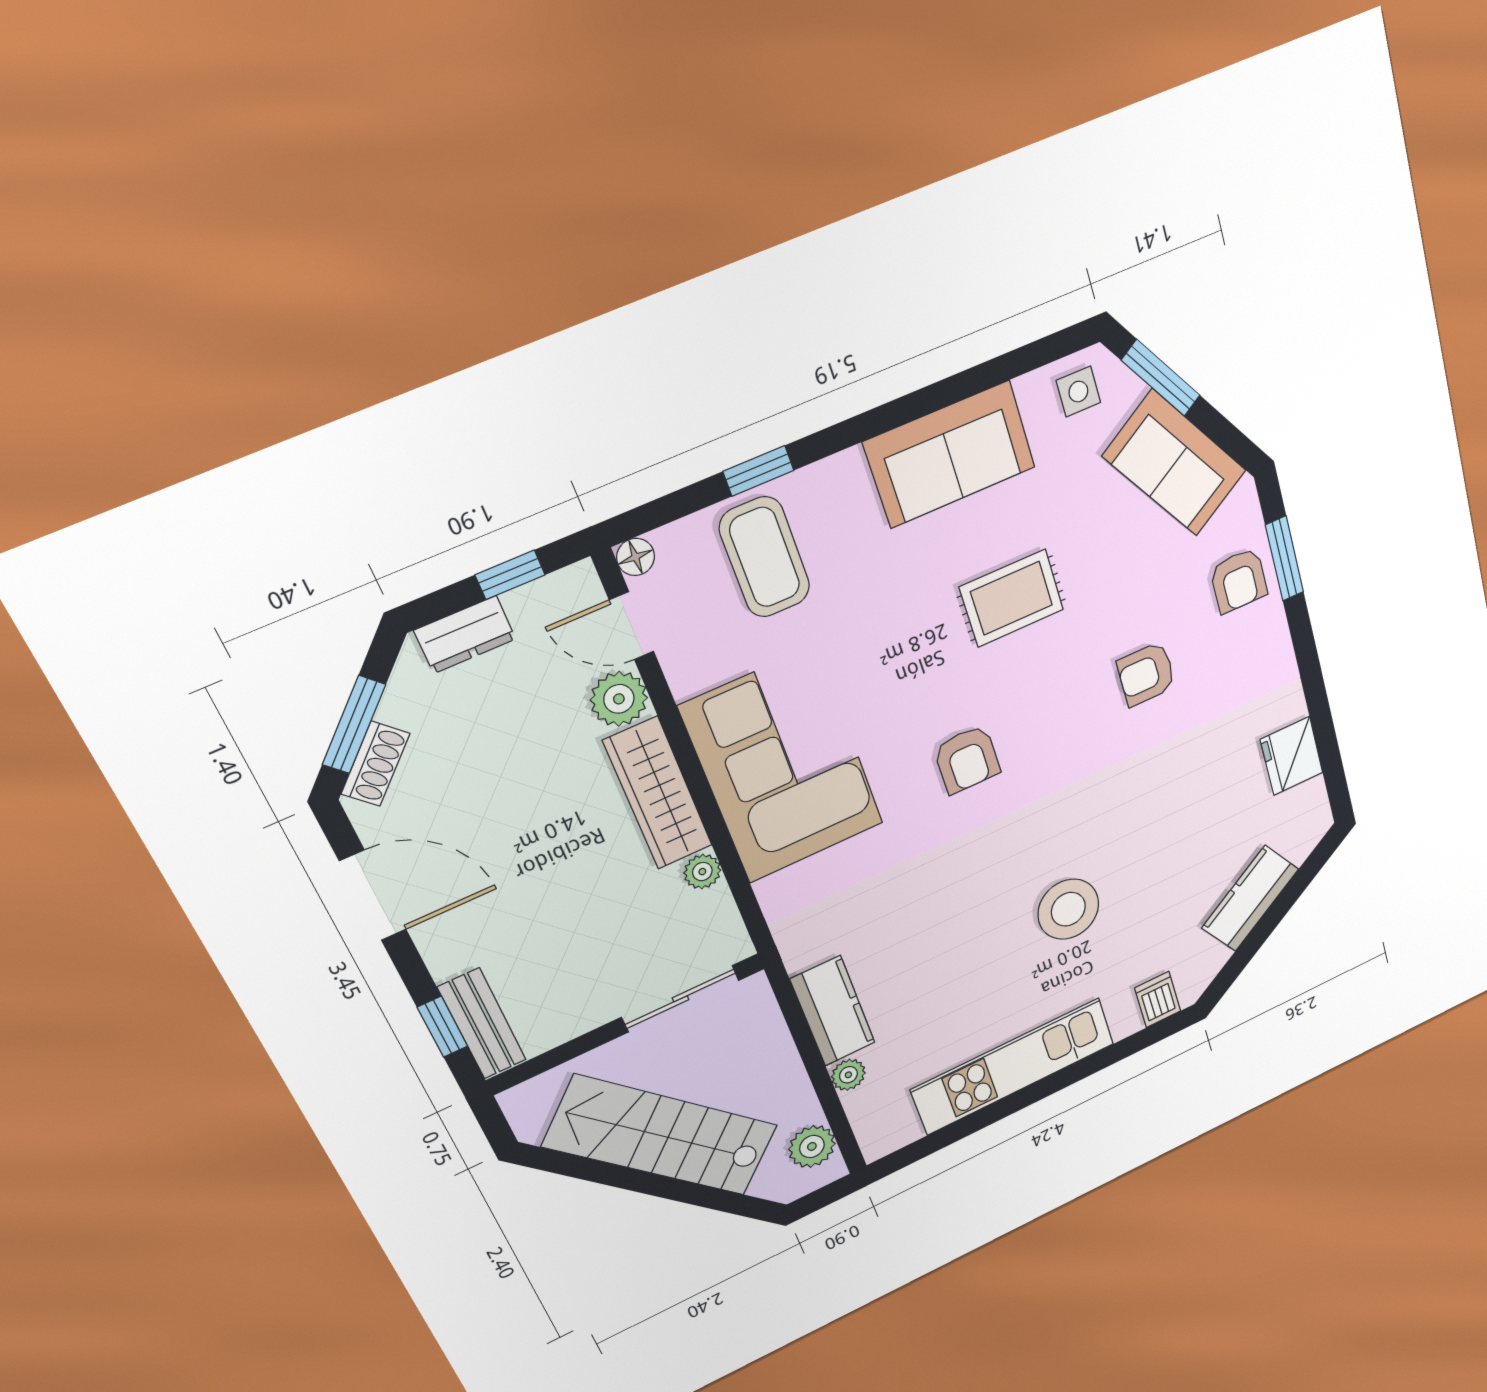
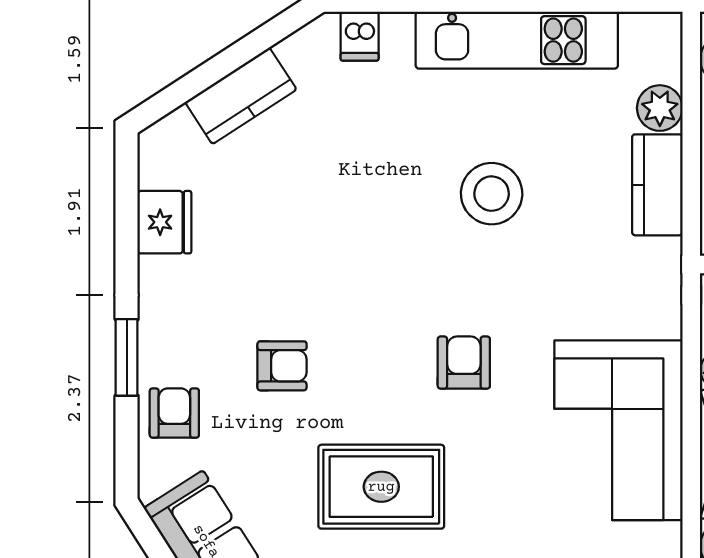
window: (1284, 559) -> (127, 357), moved
rug: (1012, 598) -> (381, 487), width x1.36, depth x1.43
stool: (1068, 909) -> (492, 194), moved
plant: (848, 1075) -> (660, 108), width x1.38, depth x1.38

